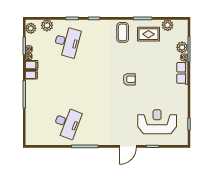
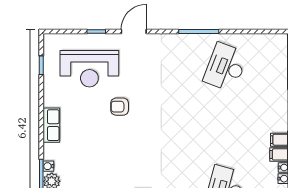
row of seats: (182, 73) -> (51, 125), moved
armchair: (129, 79) -> (120, 107), moved

